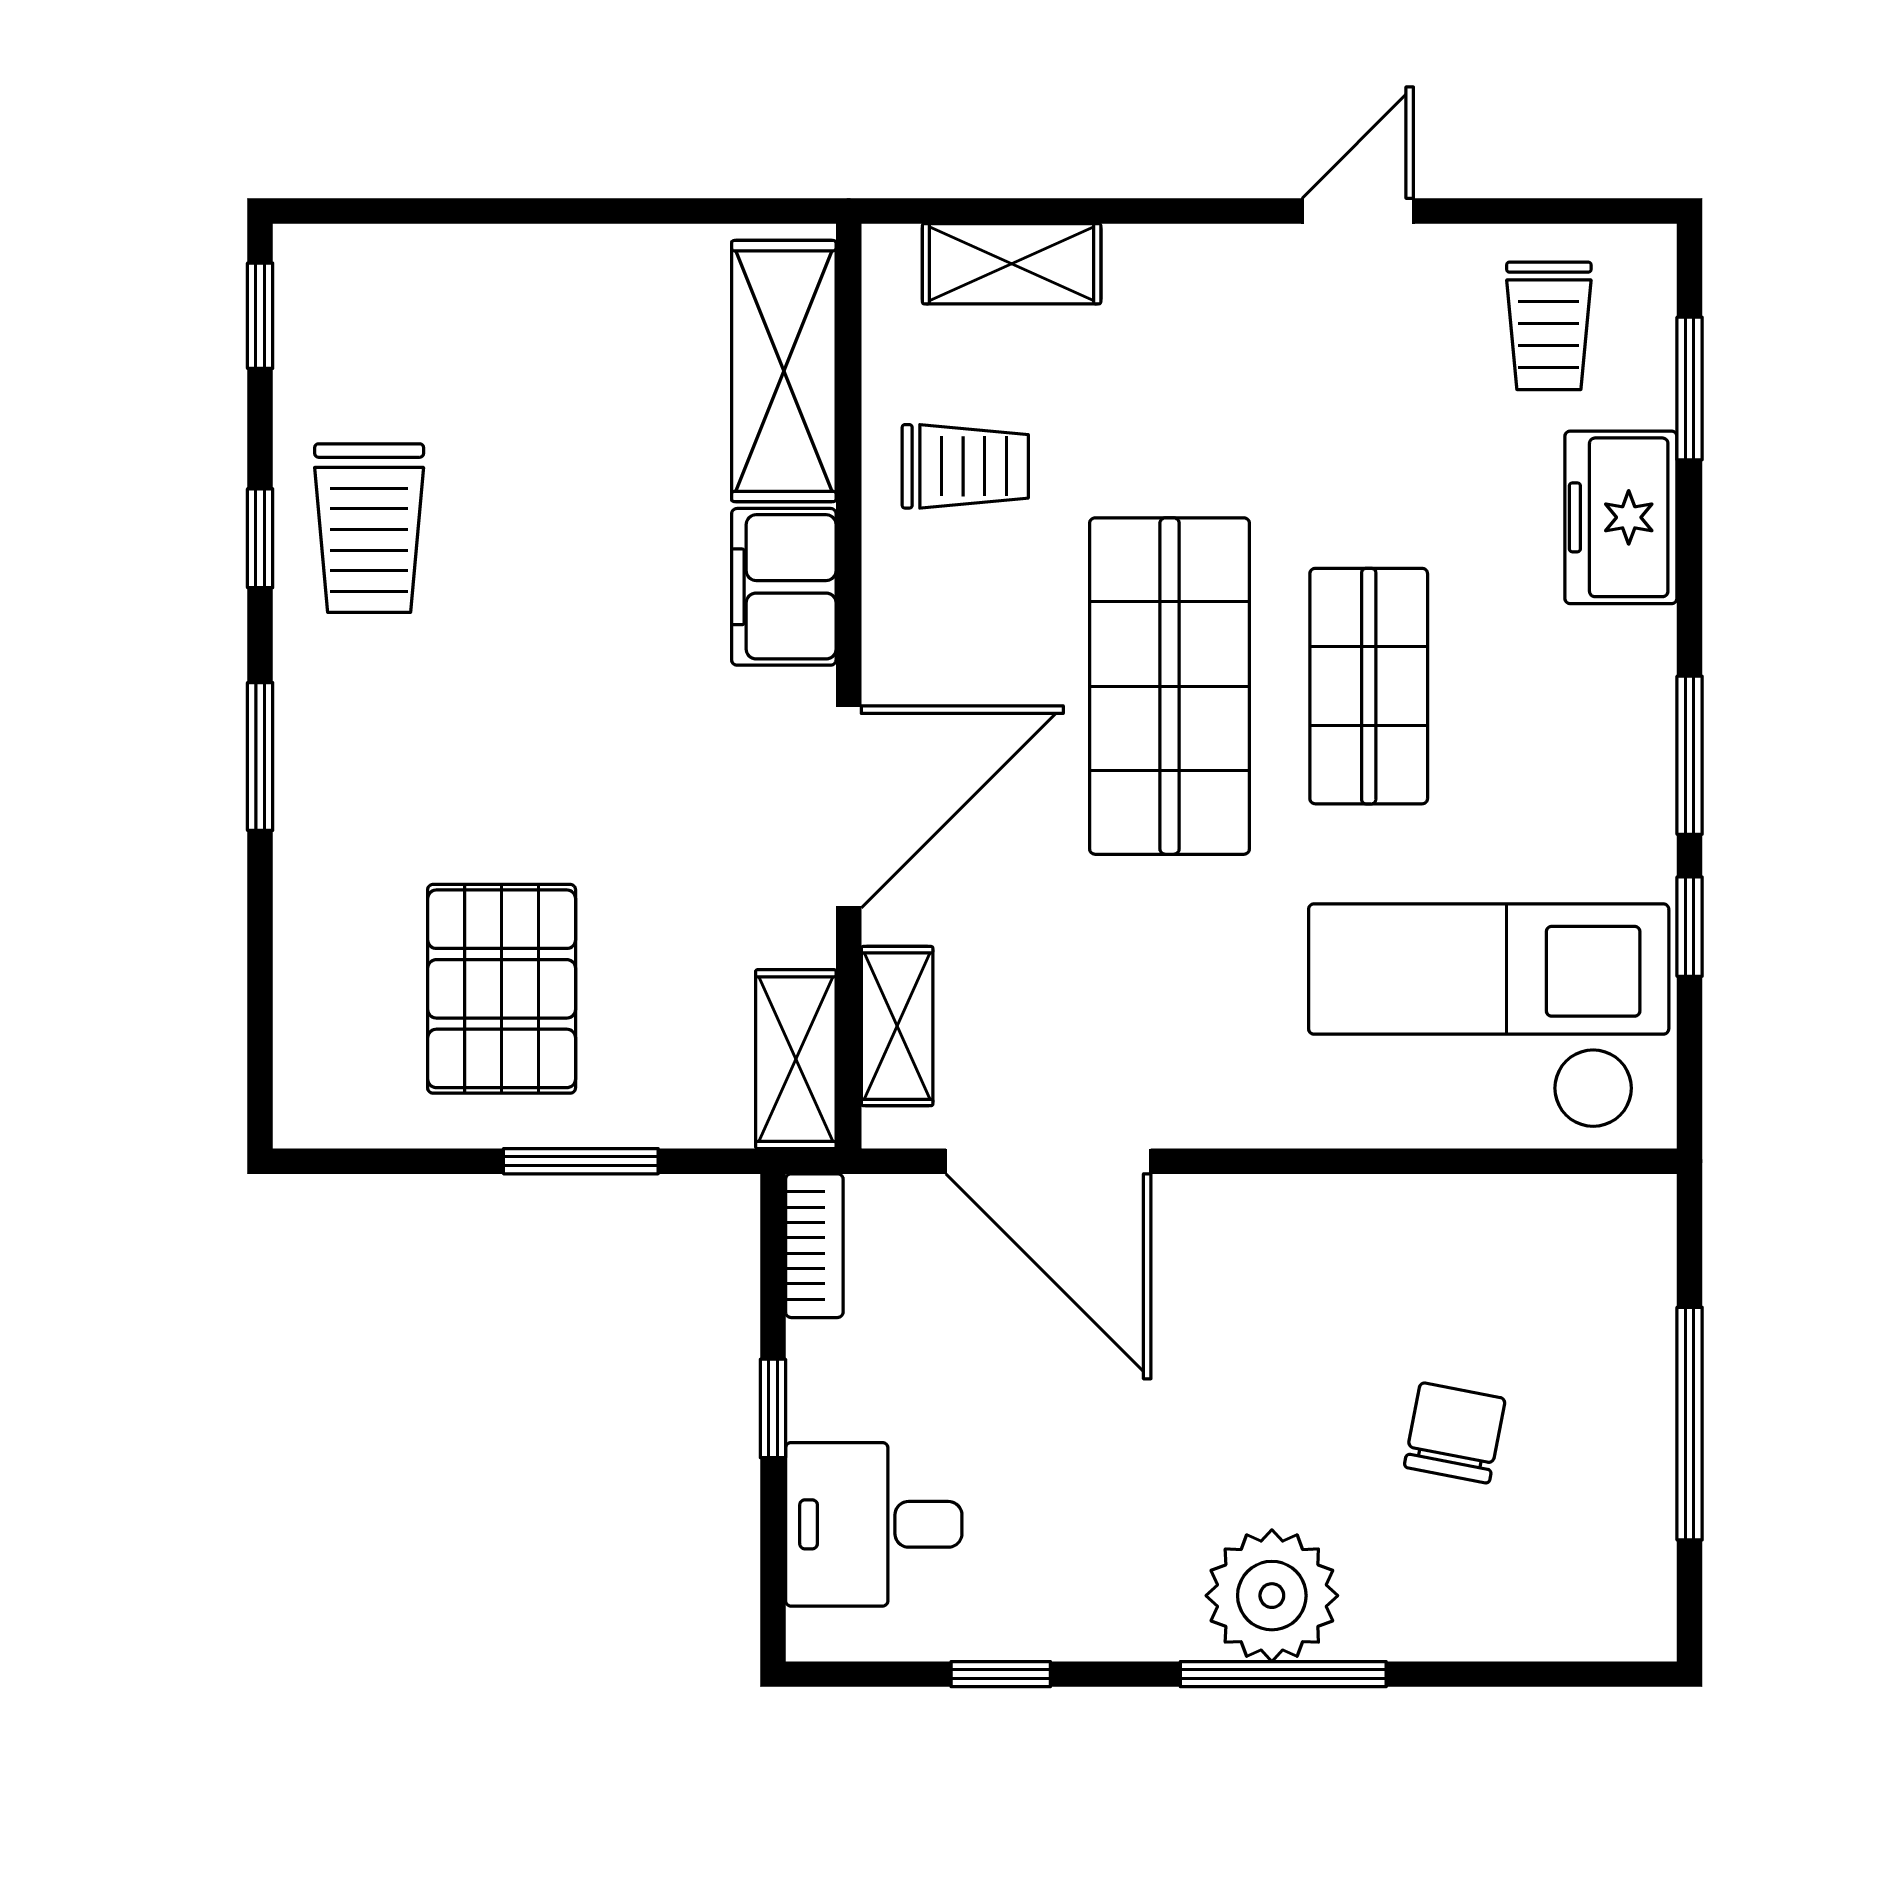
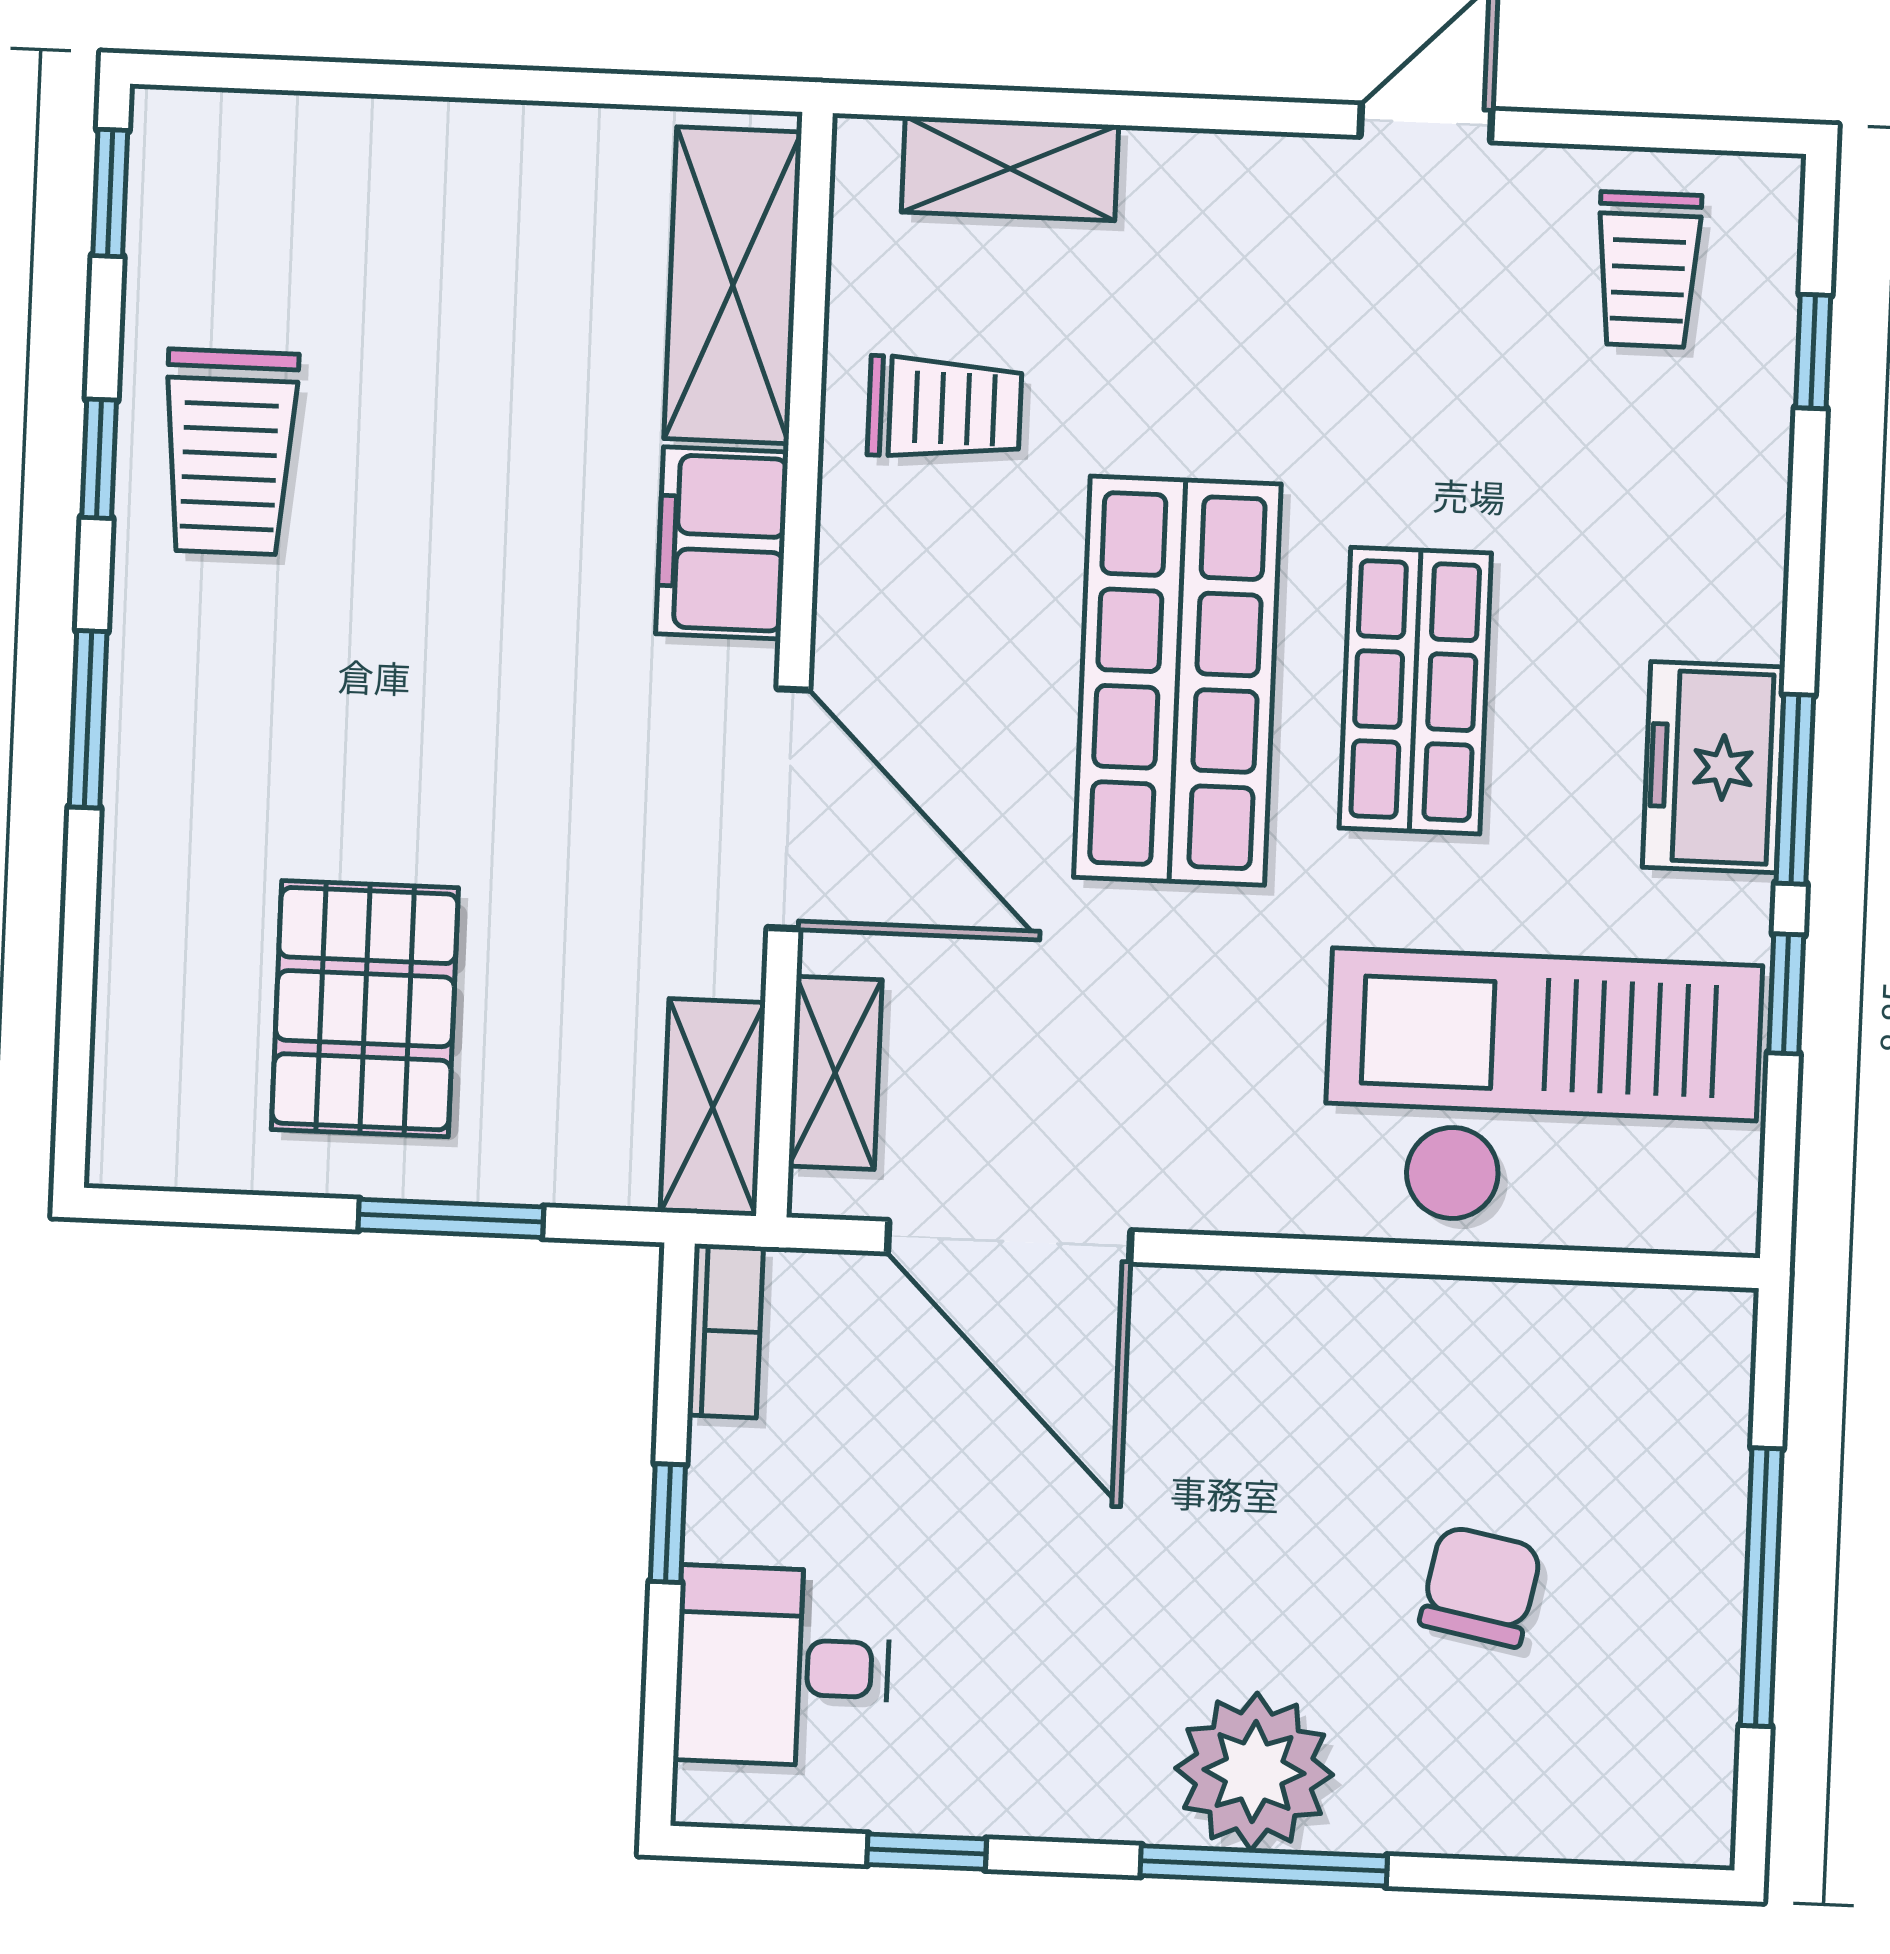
window: (1690, 389) -> (1813, 351), width x0.67
freezer: (1621, 517) -> (1714, 767), moved
door: (849, 807) -> (788, 809), hinge flipped

